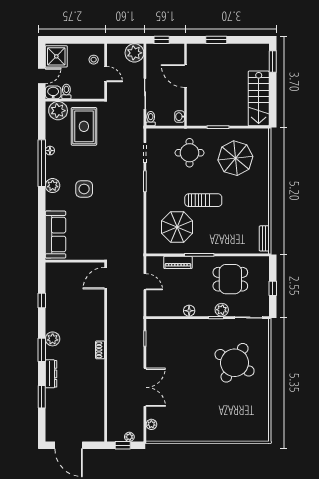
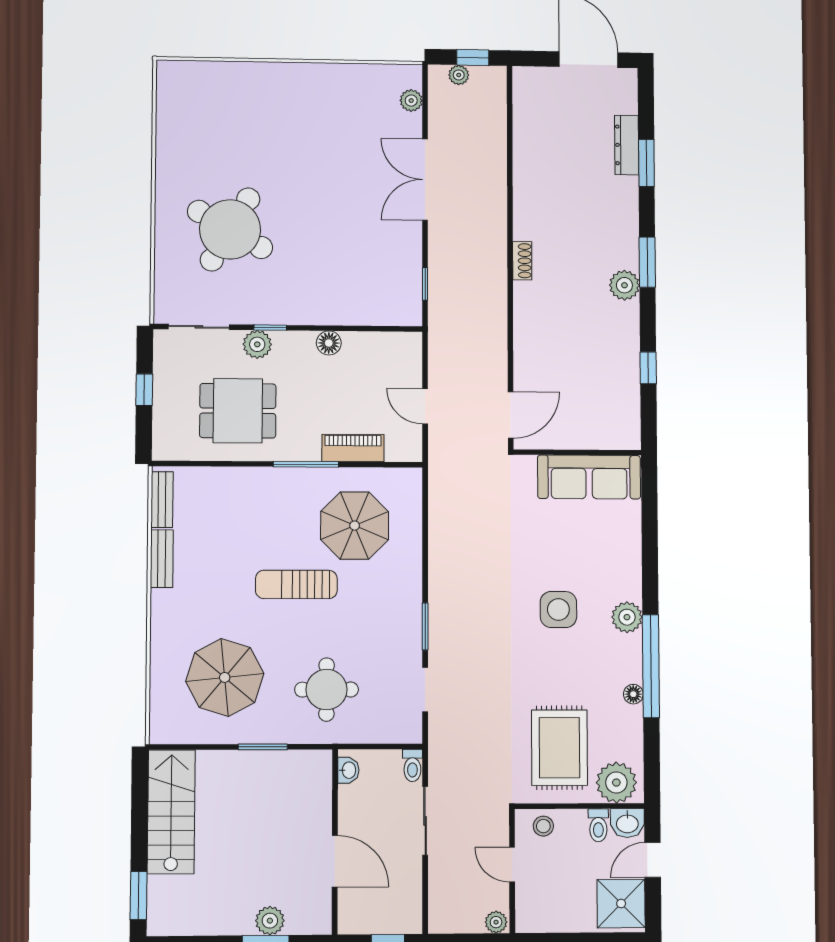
plant: (214, 50) -> (270, 921), added
plant: (134, 53) -> (496, 922), moved, width x0.53, depth x0.53
stool: (94, 60) -> (543, 826), moved
bench: (264, 212) -> (162, 559), added
sofa: (56, 235) -> (589, 477), moved, turned -90
dresser: (51, 374) -> (627, 145), moved

